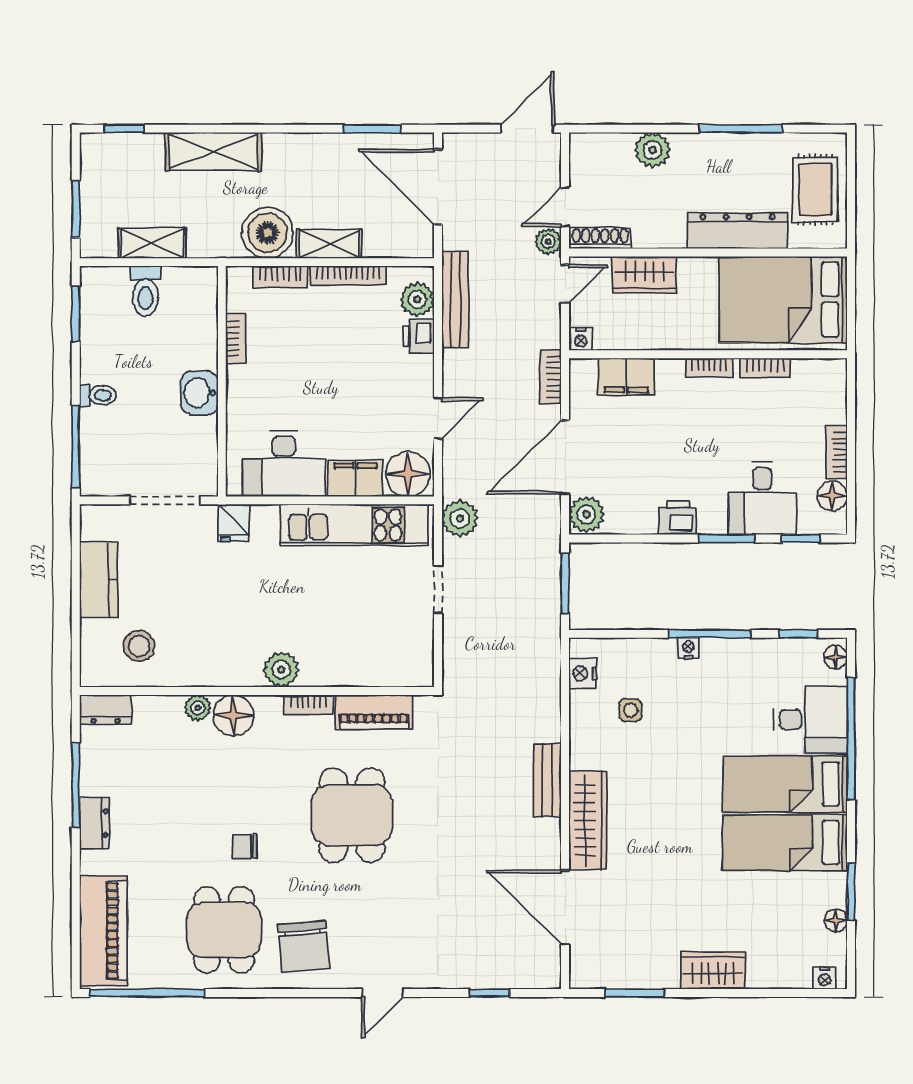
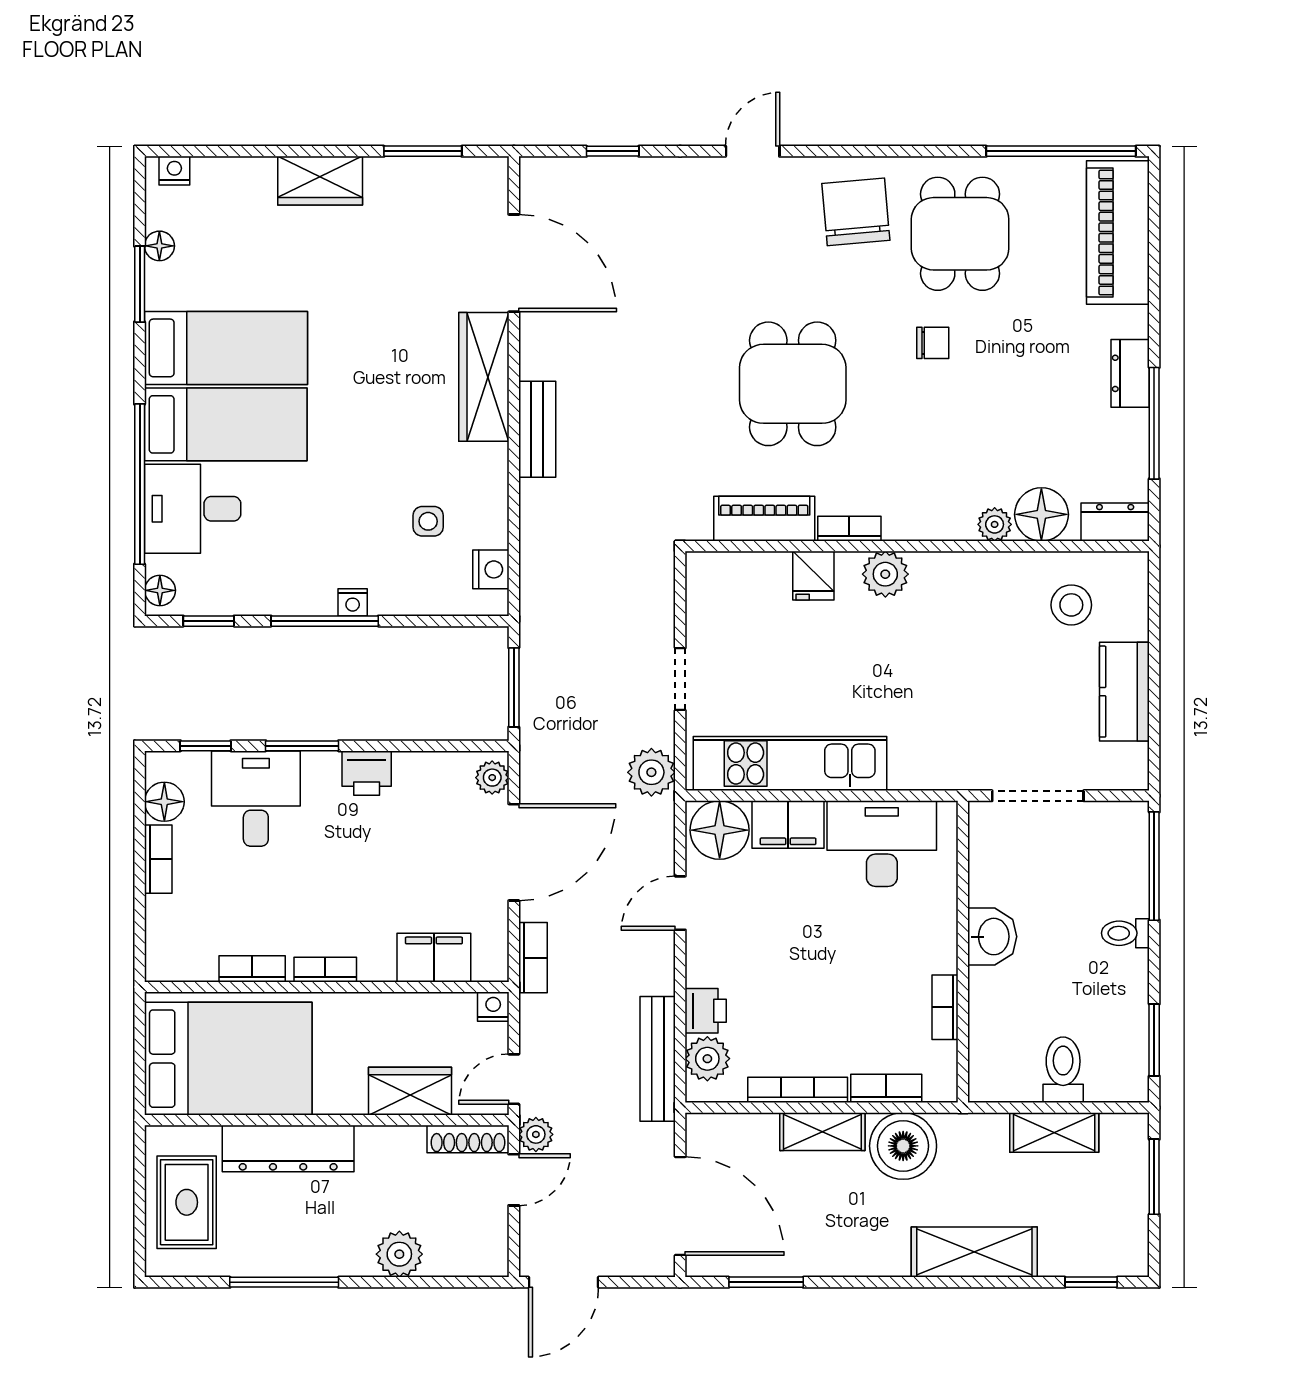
plant: (586, 514) -> (492, 778), width x0.73, depth x0.73
fridge: (234, 523) -> (813, 576), moved, turned 180
floor lamp: (234, 715) -> (1041, 514), moved

